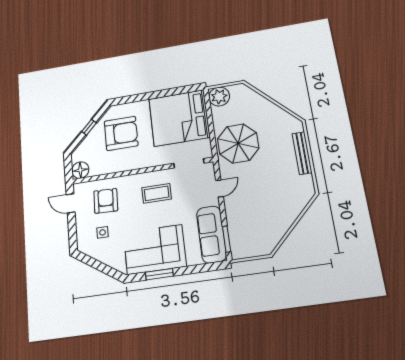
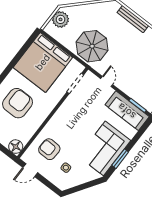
plant: (219, 97) -> (61, 19), moved
coffee table: (157, 193) -> (74, 117), removed

